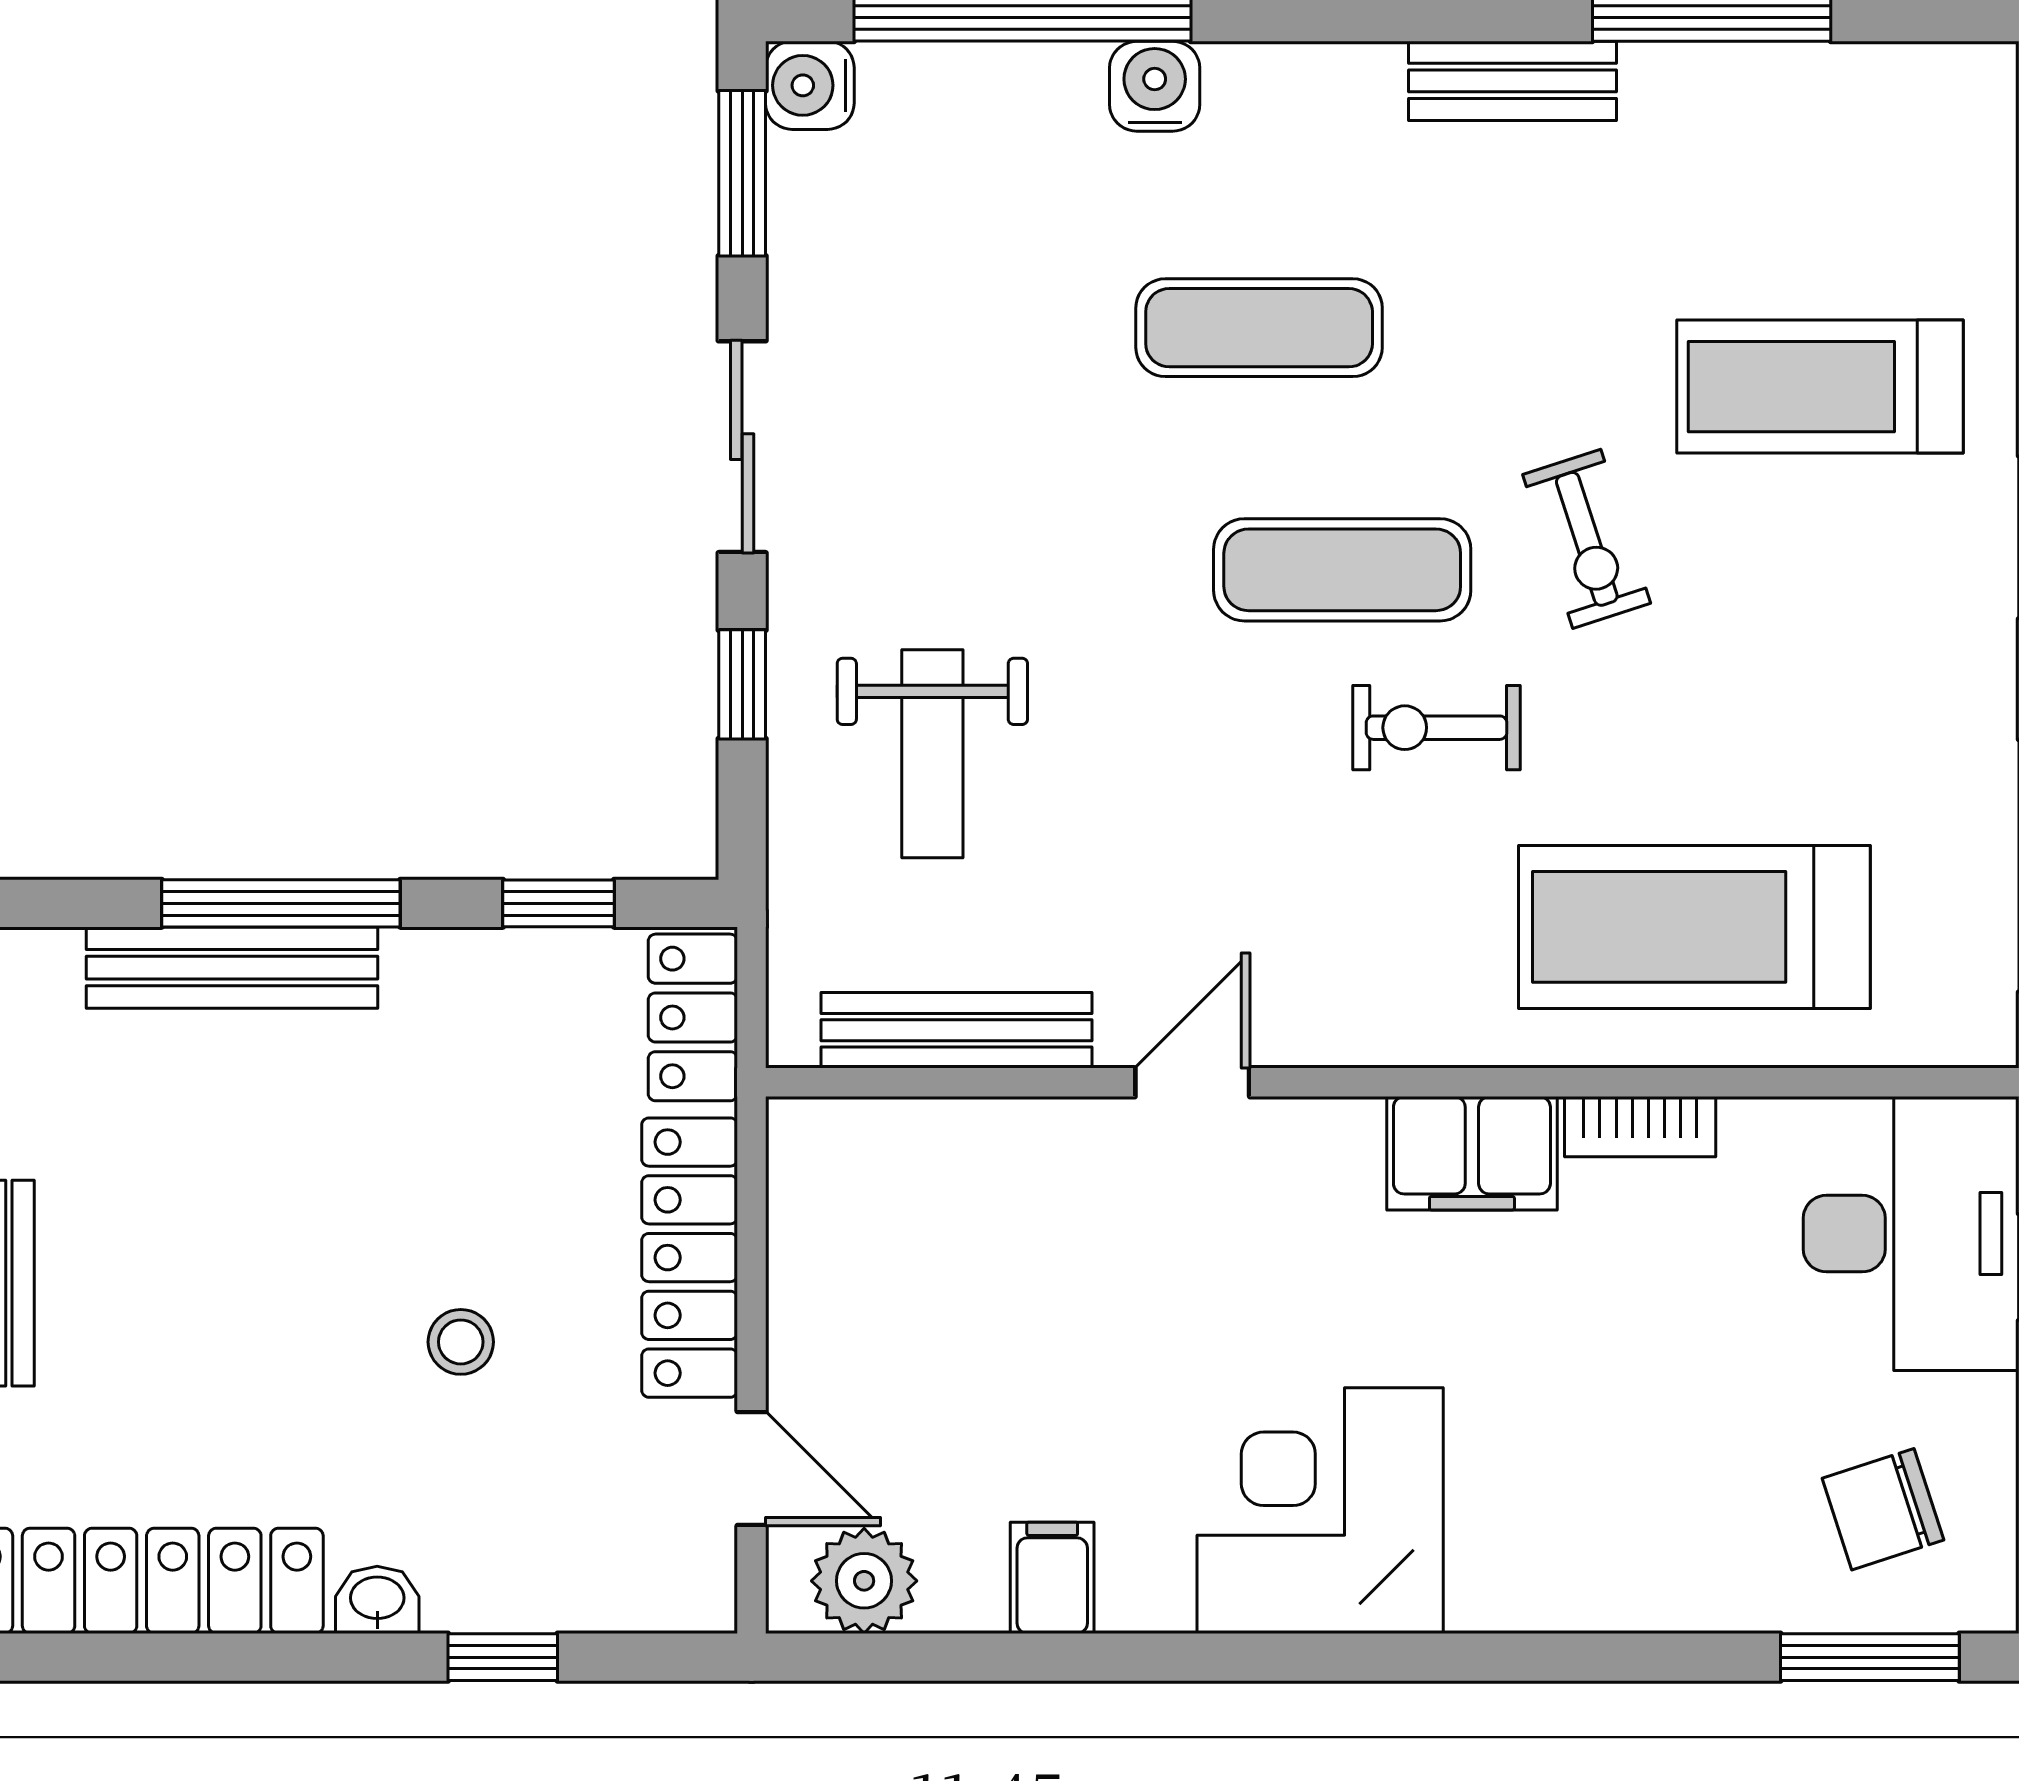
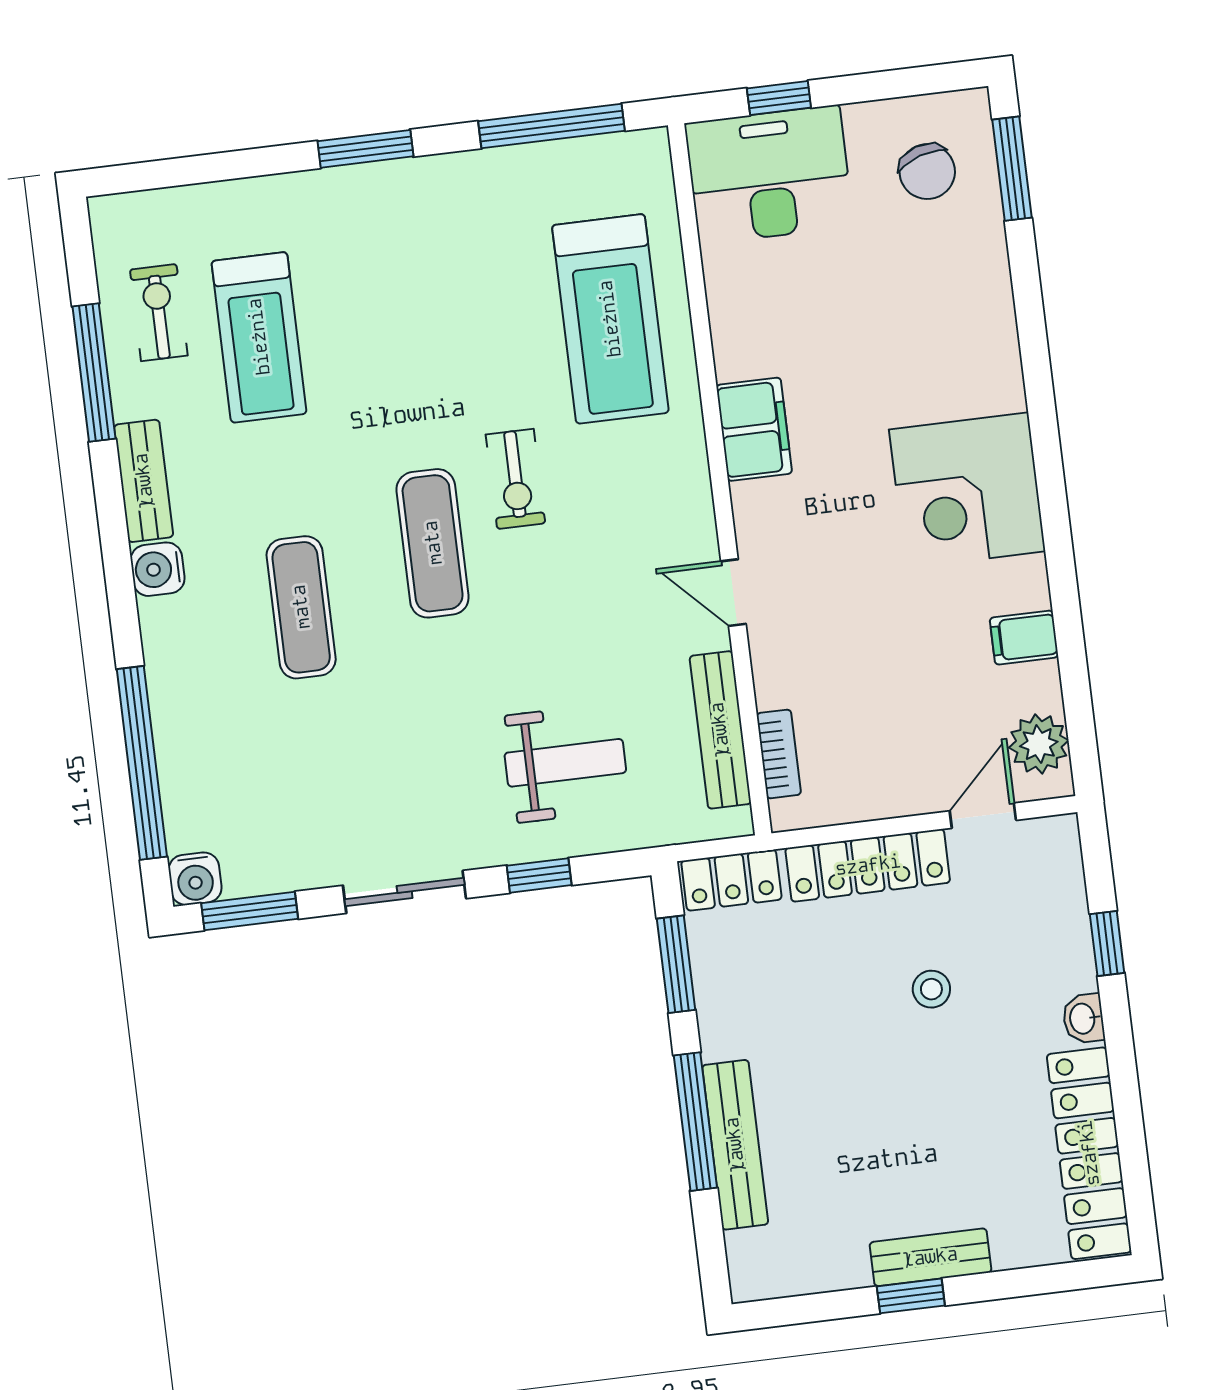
water cooler: (1155, 86) -> (158, 569), moved
treadmill: (1820, 387) -> (259, 337), moved
exercise bike: (1587, 539) -> (159, 313), moved, turned -72
window: (558, 903) -> (676, 964), width x1.50
bookcase: (1640, 1127) -> (779, 754), moved

